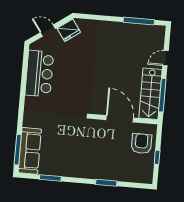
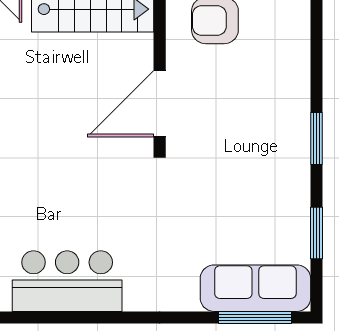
door: (120, 119) -> (160, 104), moved
window: (106, 183) -> (316, 138), moved

